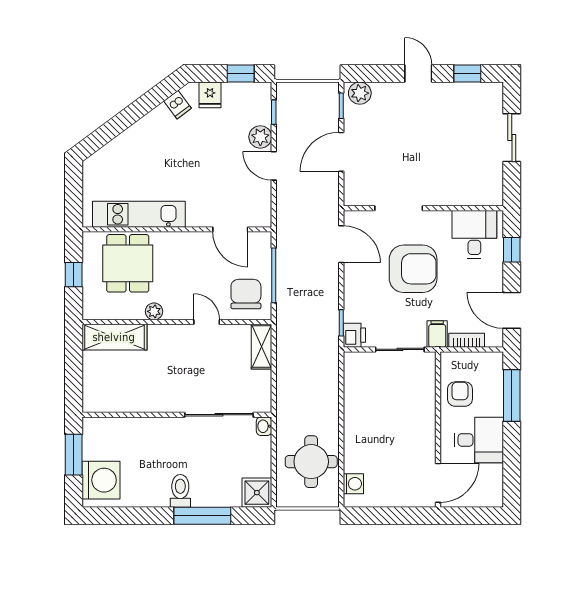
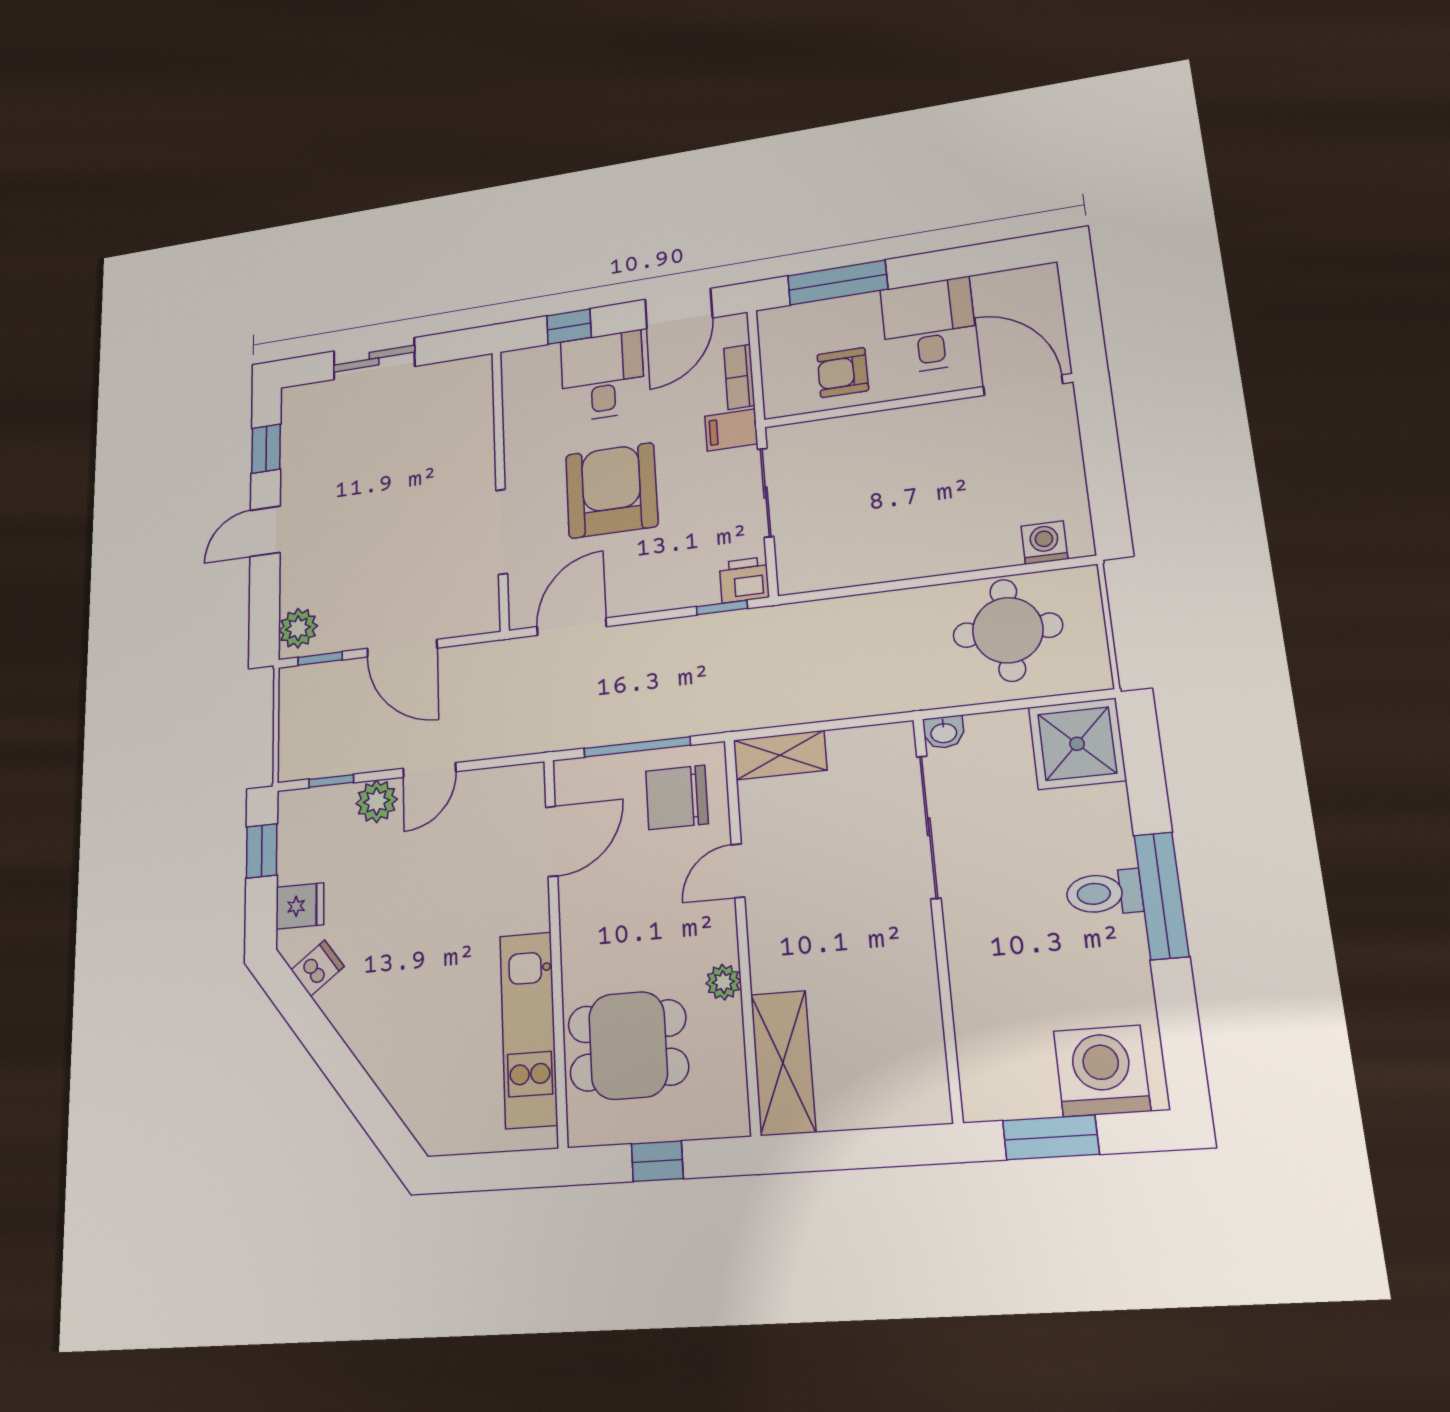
desk: (474, 234) -> (602, 376), moved, turned 90
shower: (257, 493) -> (1077, 744), width x1.36, depth x1.36
window: (202, 516) -> (1161, 896), moved

